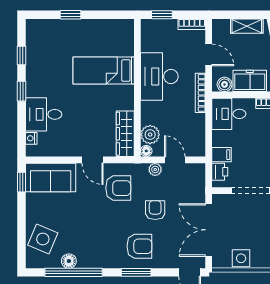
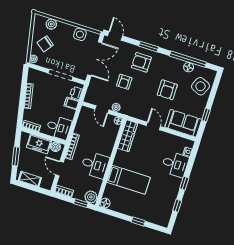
floor lamp: (127, 26) -> (105, 203), added
desk: (159, 76) -> (95, 165), width x0.73
plant: (150, 135) -> (91, 197), moved
window: (22, 182) -> (206, 115), moved
armchair: (118, 188) -> (167, 90), moved, turned -90

